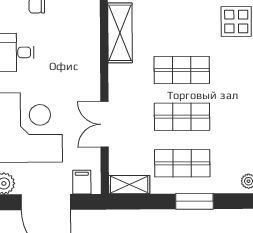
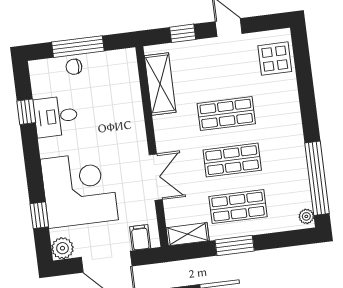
double door: (104, 124) -> (156, 177), swing flipped
window: (194, 201) -> (235, 246), moved

